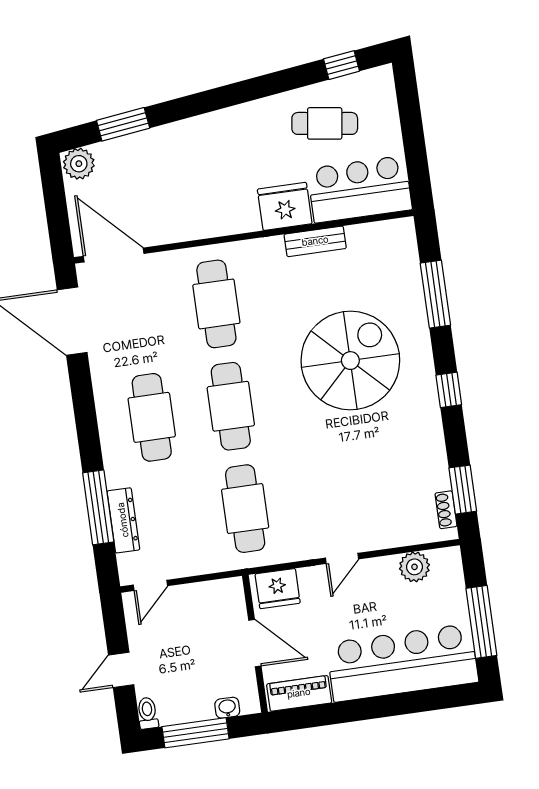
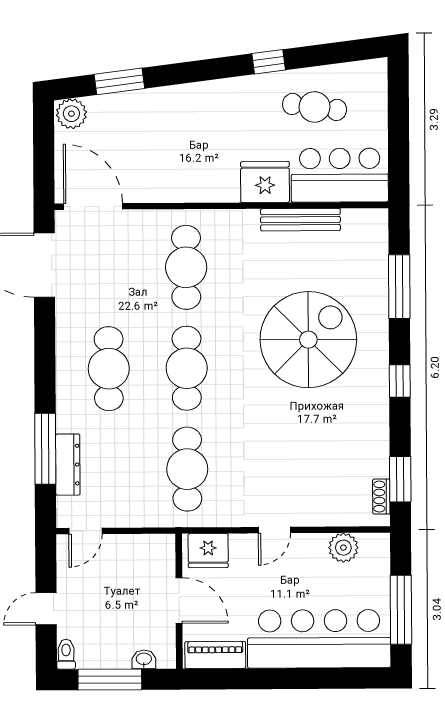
window: (342, 65) -> (269, 62), moved
bench: (315, 241) -> (300, 220), width x1.36

